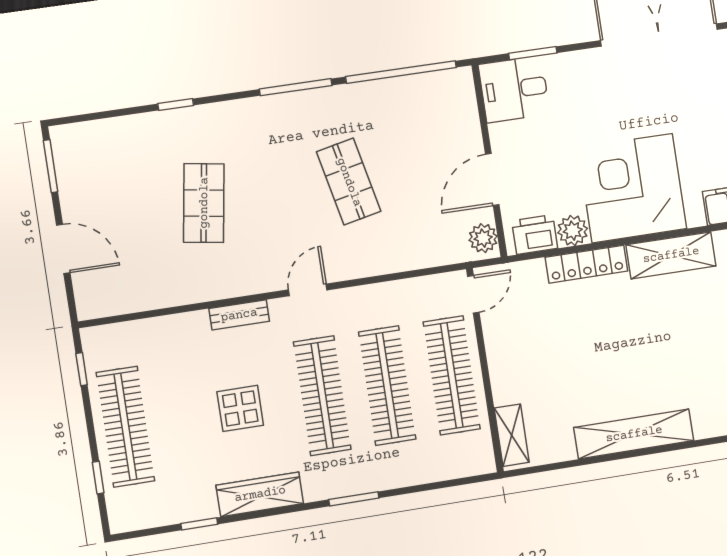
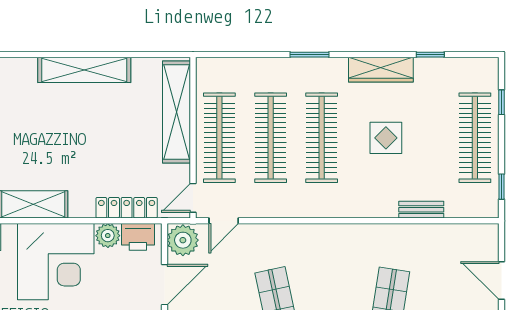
plant: (483, 238) -> (183, 240), width x1.36, depth x1.36
locker: (586, 264) -> (127, 208), moved
door: (308, 290) -> (224, 221), moved
bench: (239, 315) -> (421, 210), moved
shelving: (512, 435) -> (176, 112), width x2.20, depth x1.33

